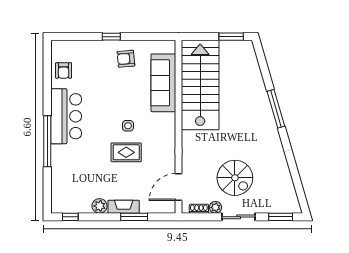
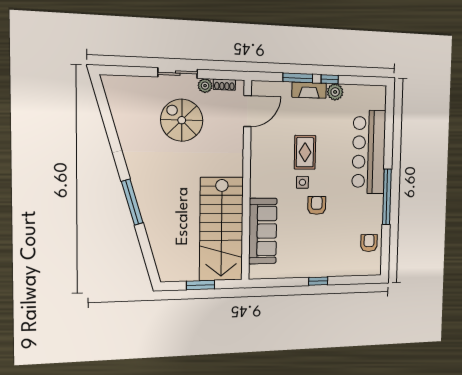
window: (231, 37) -> (201, 285), moved
armchair: (126, 59) -> (317, 205), moved, turned -85
bar counter: (66, 116) -> (369, 152), moved, width x1.36
window: (47, 141) -> (387, 197), moved
rug: (126, 152) -> (305, 152), turned 90
window: (70, 217) -> (330, 79), moved
window: (281, 217) -> (126, 71), removed

